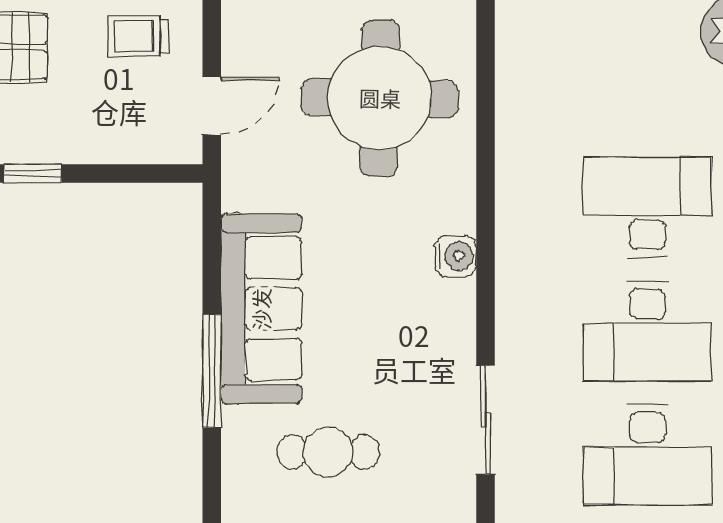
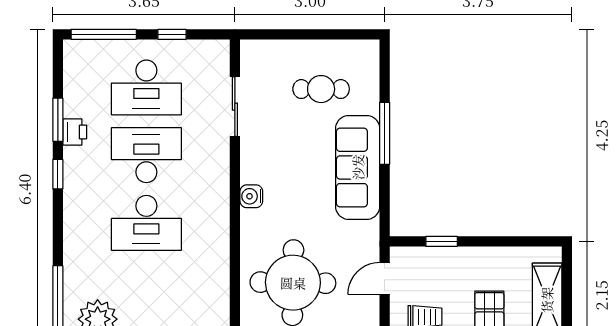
window: (33, 173) -> (442, 241), moved
desk: (647, 455) -> (146, 87), turned 180

